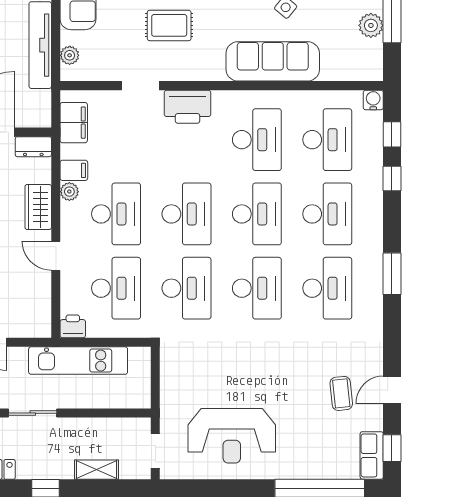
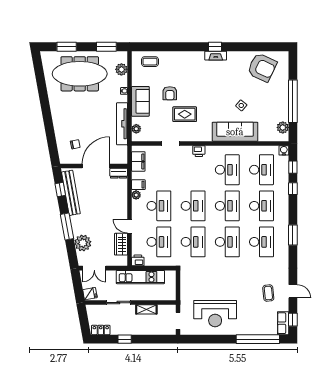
plant: (371, 25) -> (283, 127), moved
printer: (188, 107) -> (199, 151), width x0.53, depth x0.68
wardrobe: (38, 207) -> (121, 244), moved
door: (392, 390) -> (293, 291), swing flipped
shelving: (97, 470) -> (146, 309), moved

